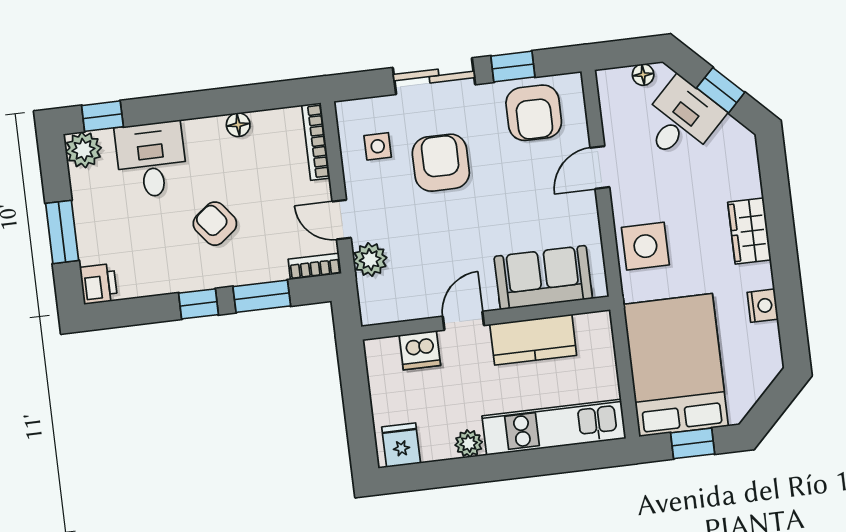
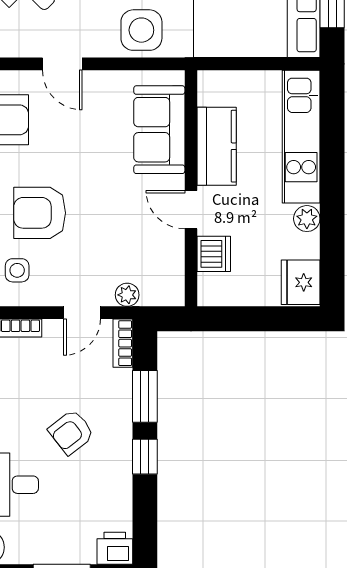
plant: (370, 260) -> (127, 295), width x0.73, depth x0.73
fridge: (401, 445) -> (301, 282), width x1.38

